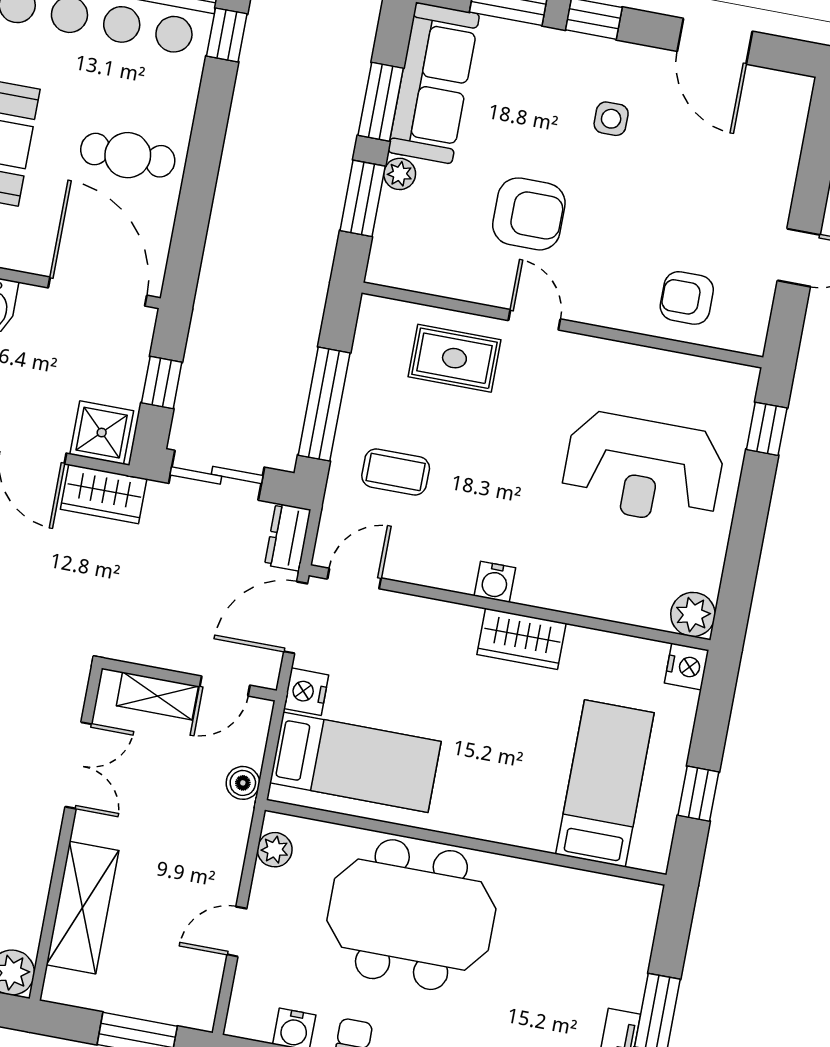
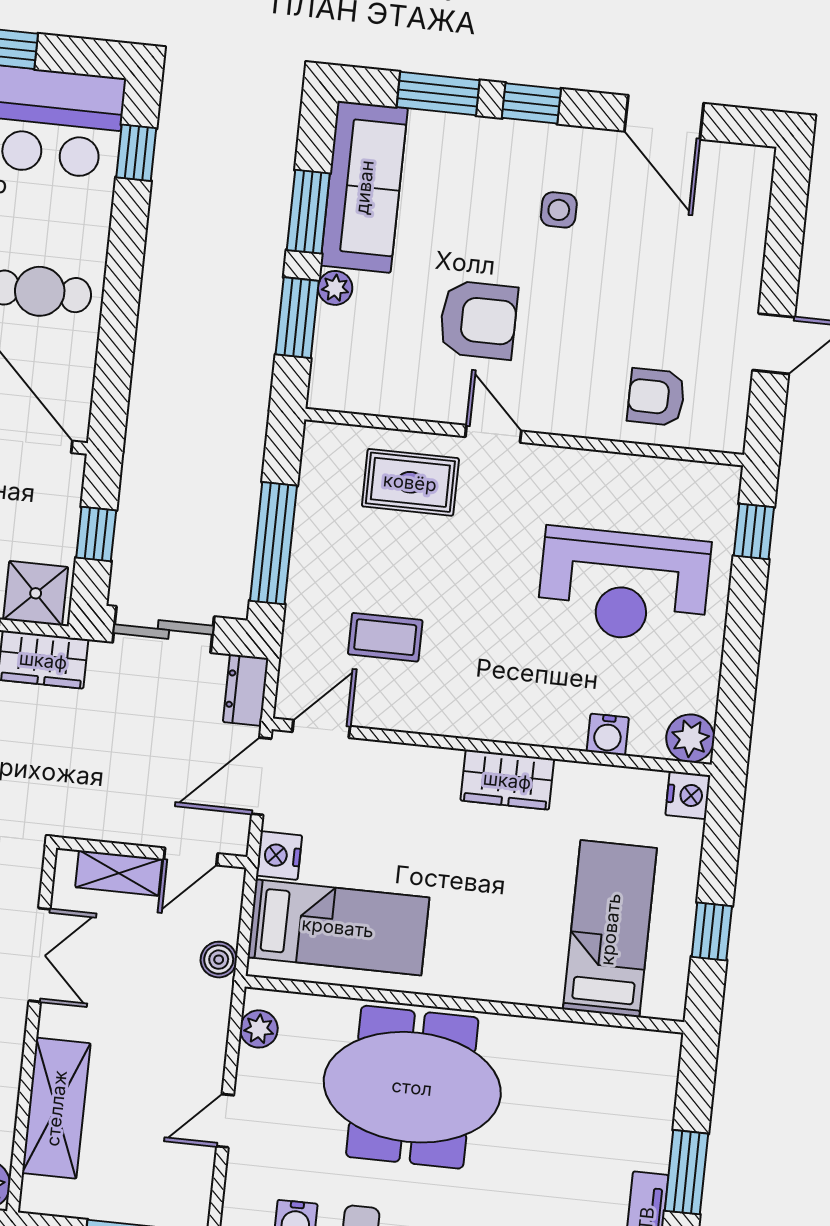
coffee table: (396, 472) -> (385, 637), moved
water cooler: (495, 582) -> (608, 734), moved

